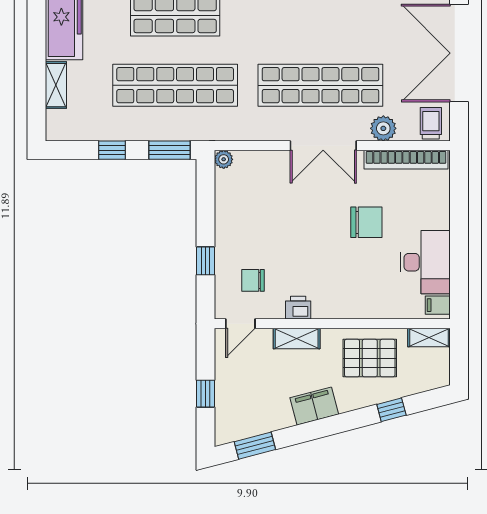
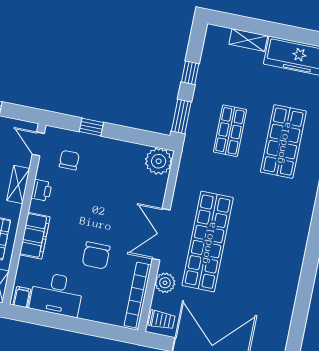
shop shelf: (175, 85) -> (230, 131), width x0.50, depth x0.74
plant: (224, 159) -> (159, 161), width x1.88, depth x1.88
filing cabinet: (357, 305) -> (35, 236), added

